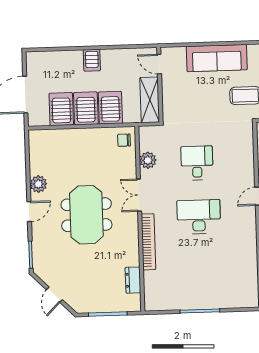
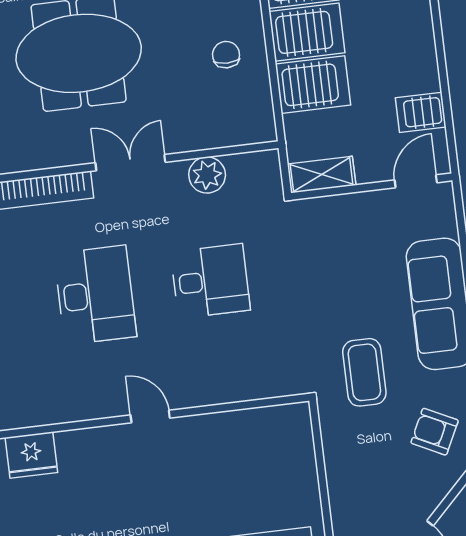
server rack: (92, 60) -> (421, 112), moved
shelving: (150, 100) -> (322, 175), width x0.67, depth x0.75
chair: (124, 140) -> (226, 55), moved

